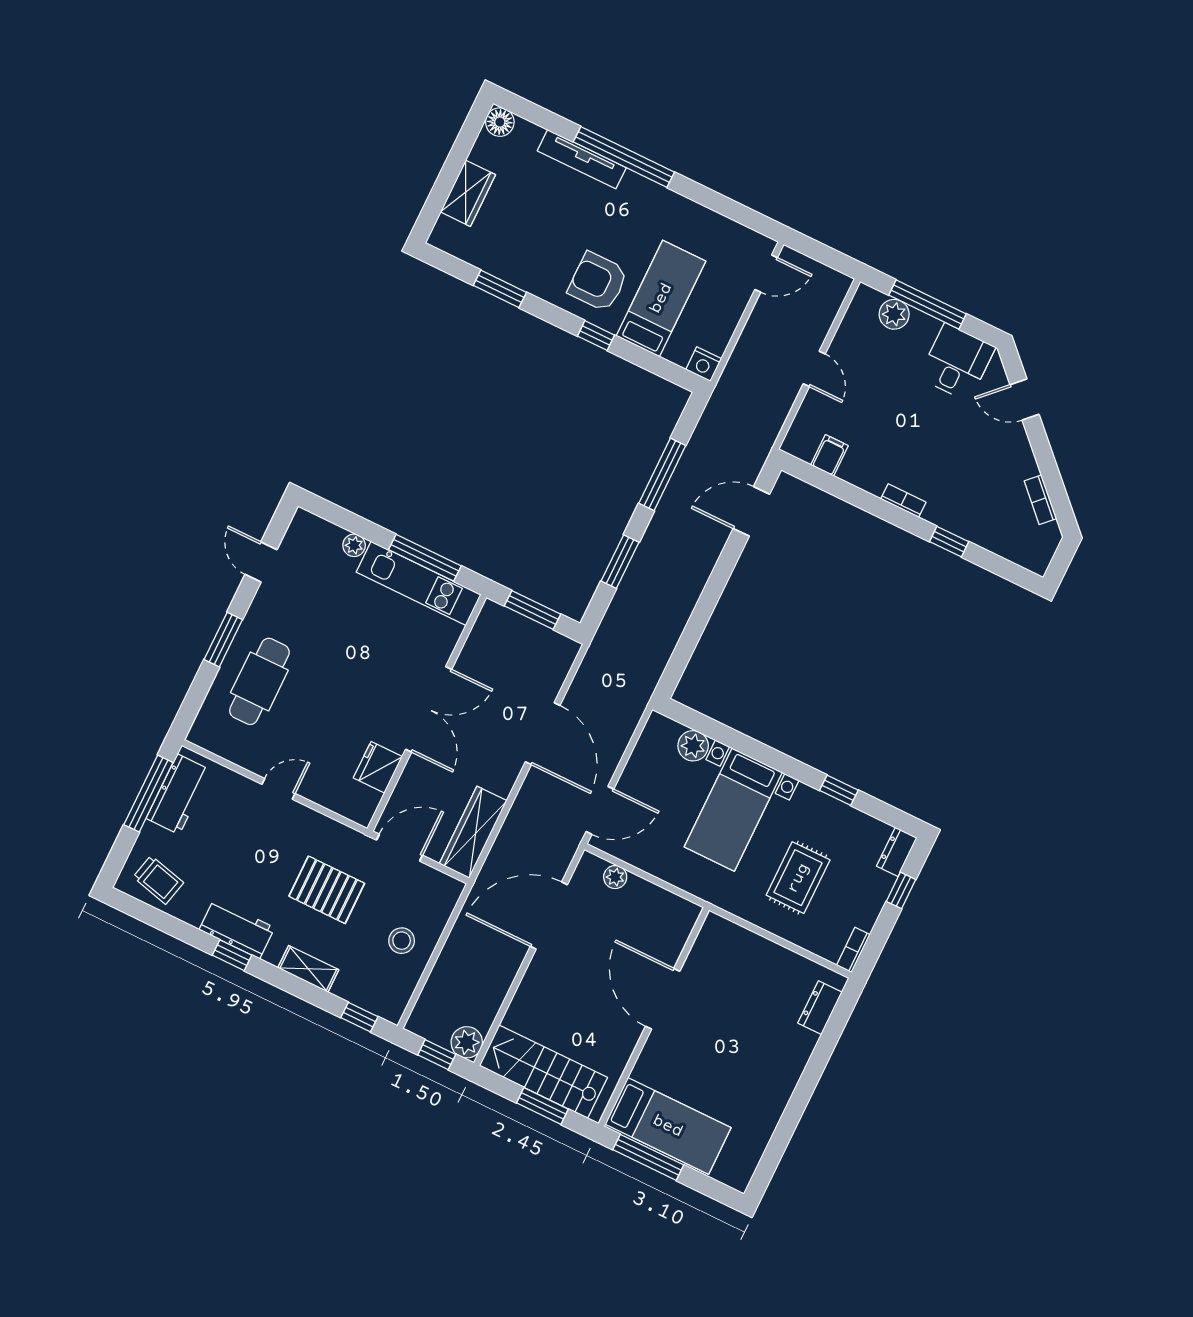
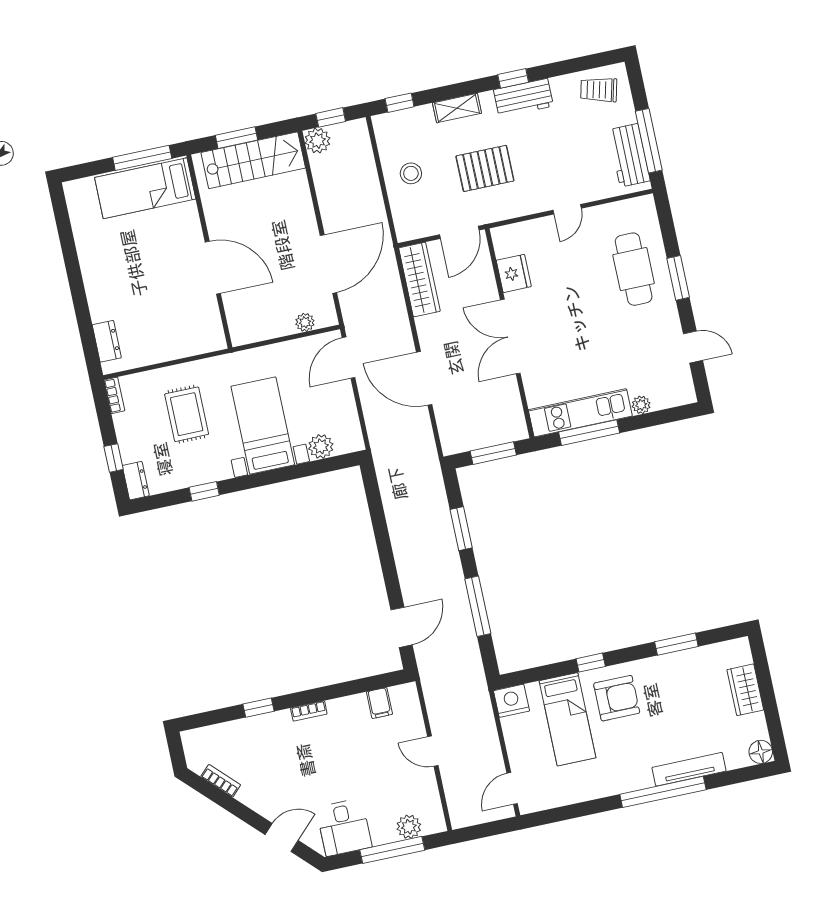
nightstand: (704, 364) -> (512, 701), width x1.36, depth x1.33

